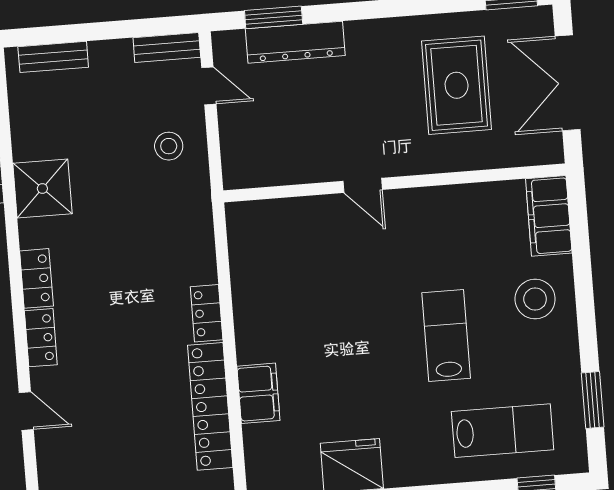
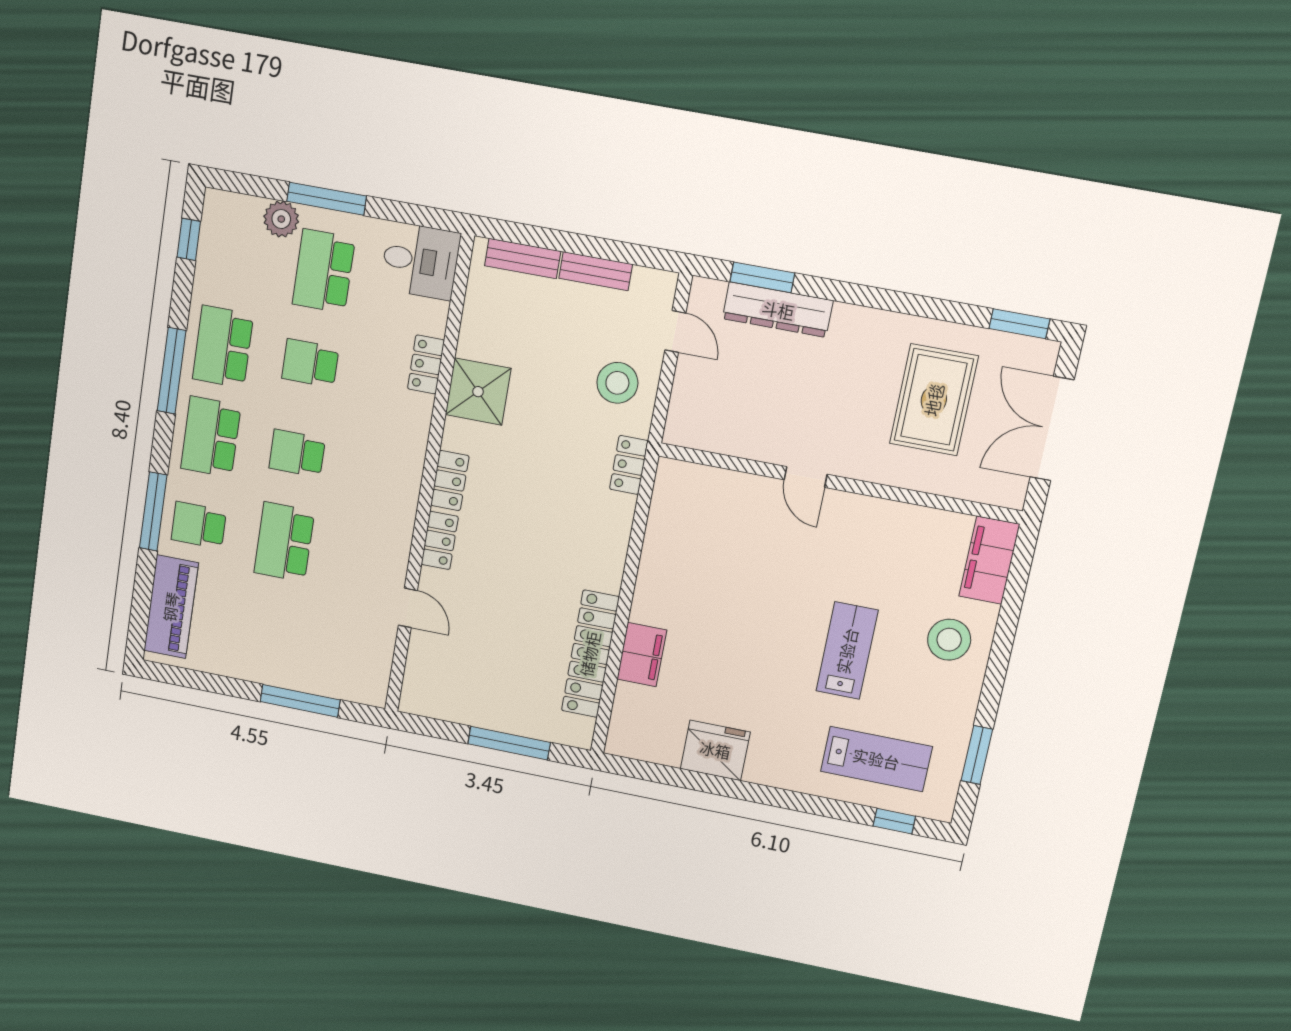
bench: (167, 47) -> (596, 271), moved
stool: (169, 146) -> (617, 383), width x1.38, depth x1.38
locker: (207, 313) -> (629, 465), moved

